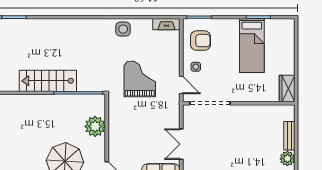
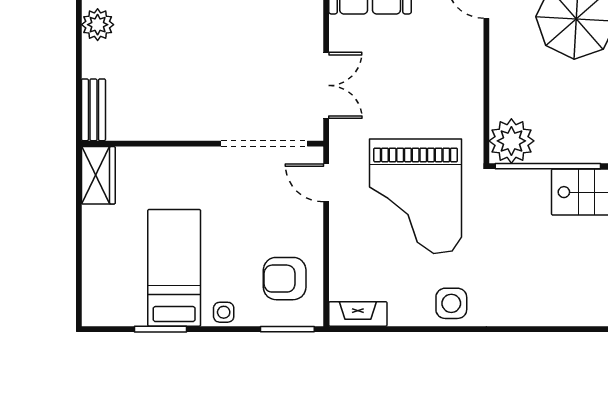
side table: (196, 67) -> (224, 312), moved
grand piano: (140, 79) -> (416, 196), width x1.37, depth x1.48
plant: (95, 126) -> (511, 141), moved
bench: (289, 136) -> (93, 110), moved
double door: (181, 144) -> (326, 85), moved

